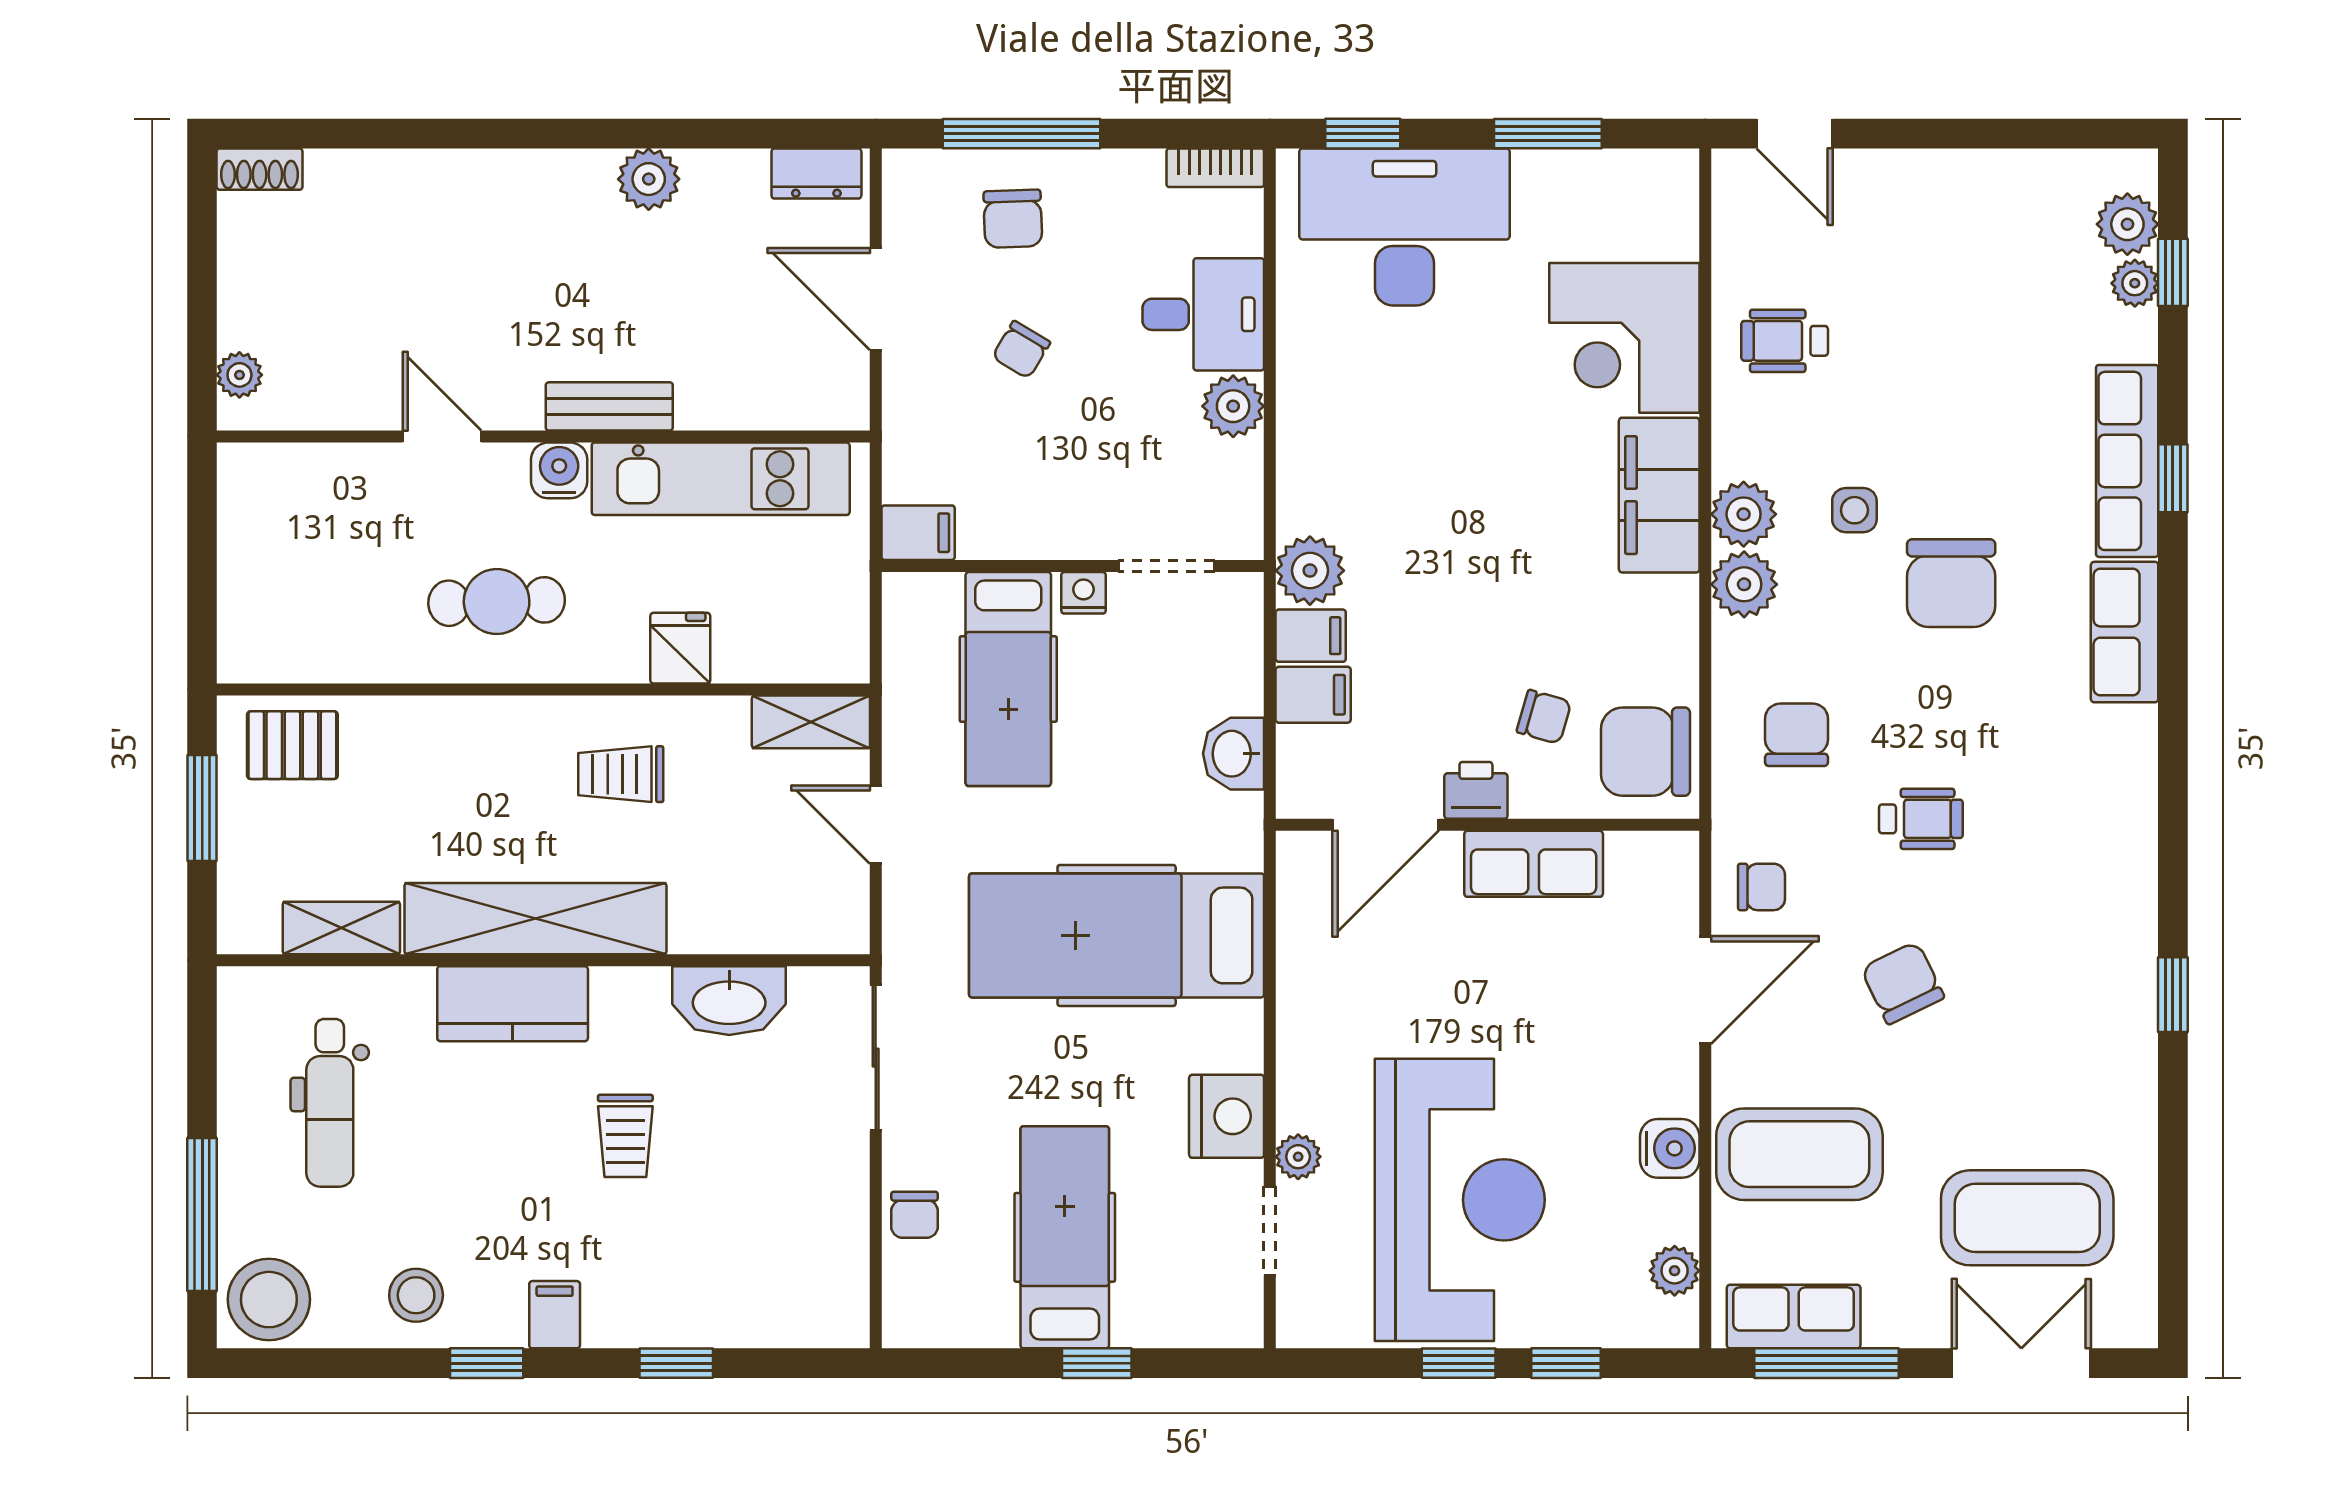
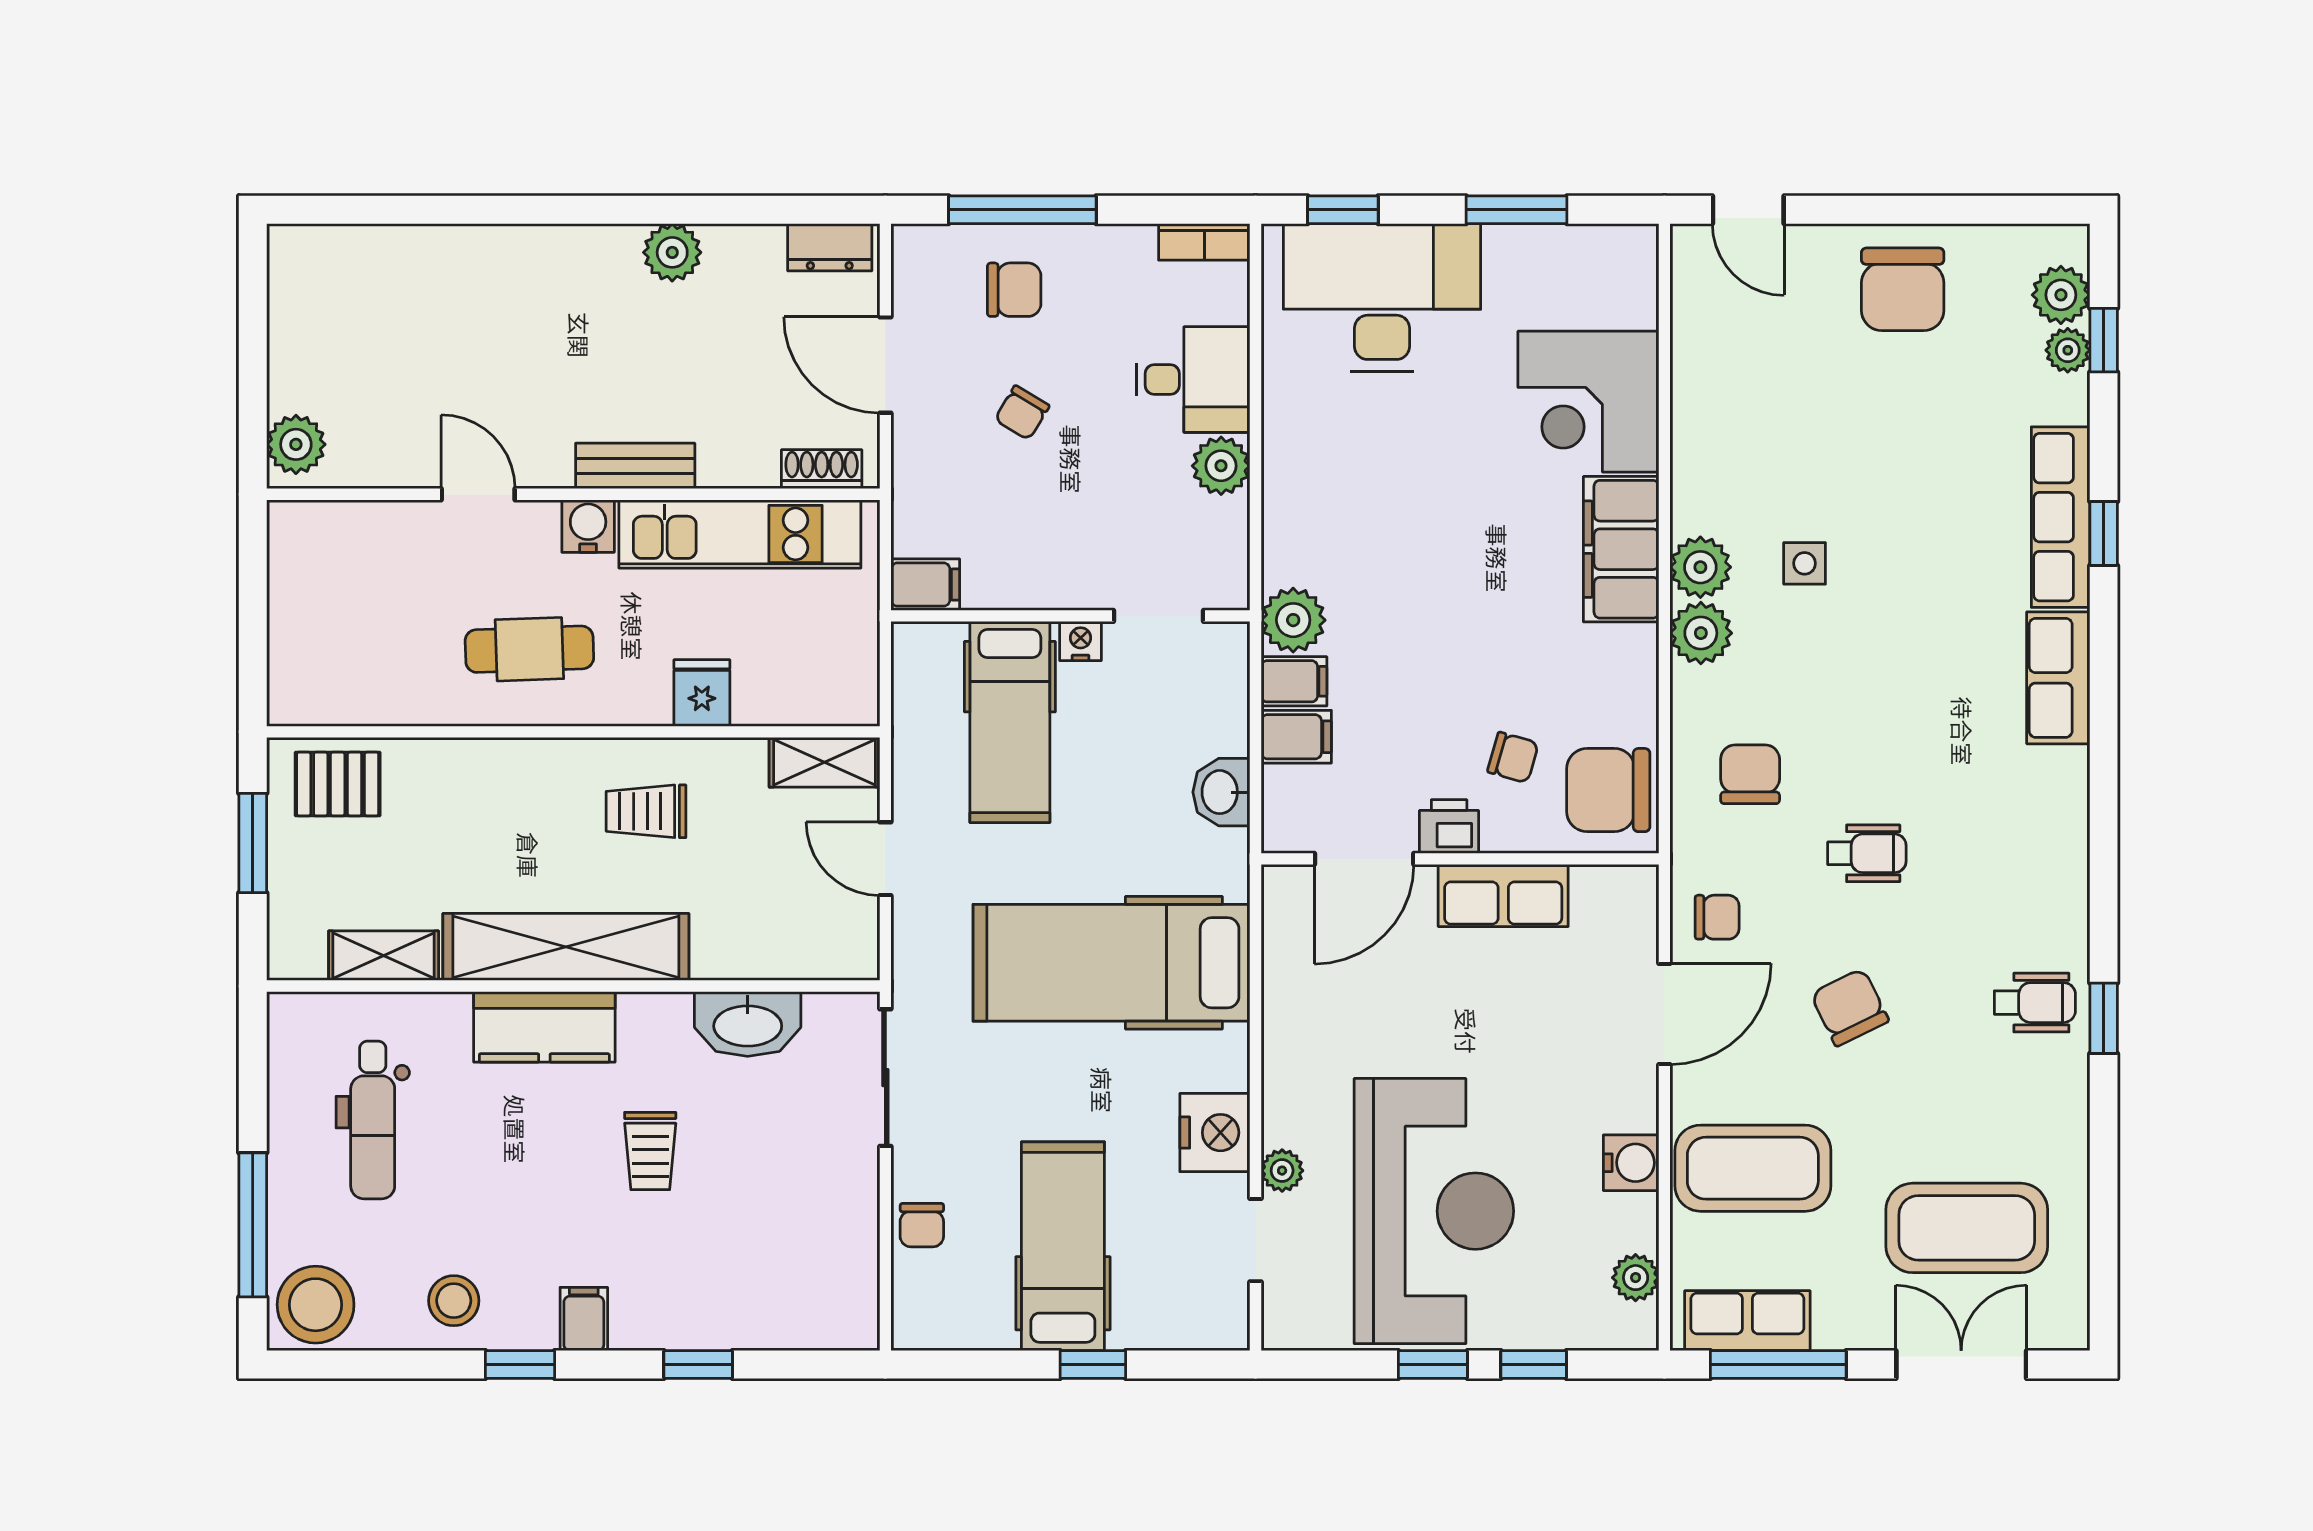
shoe rack: (260, 169) -> (822, 469), moved, turned 180
chair: (1013, 219) -> (1014, 290), turned -88
wheelchair: (1785, 341) -> (2035, 1003), moved, turned 180
plant: (239, 375) -> (296, 444), width x1.38, depth x1.38
chair: (1951, 583) -> (1903, 289), moved

